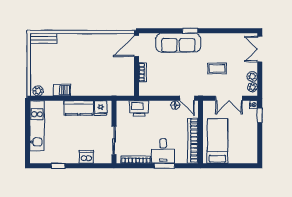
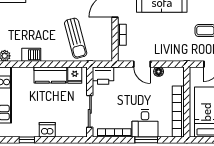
sun lounger: (101, 75) -> (76, 38), added
door: (187, 98) -> (142, 64), moved
printer: (139, 108) -> (103, 76), moved
dishwasher: (86, 157) -> (47, 130), moved

